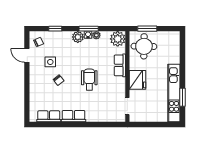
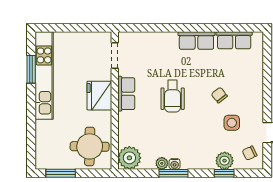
window: (147, 29) -> (61, 173), moved
plant: (78, 37) -> (225, 161), moved
row of seats: (120, 65) -> (126, 94), moved

